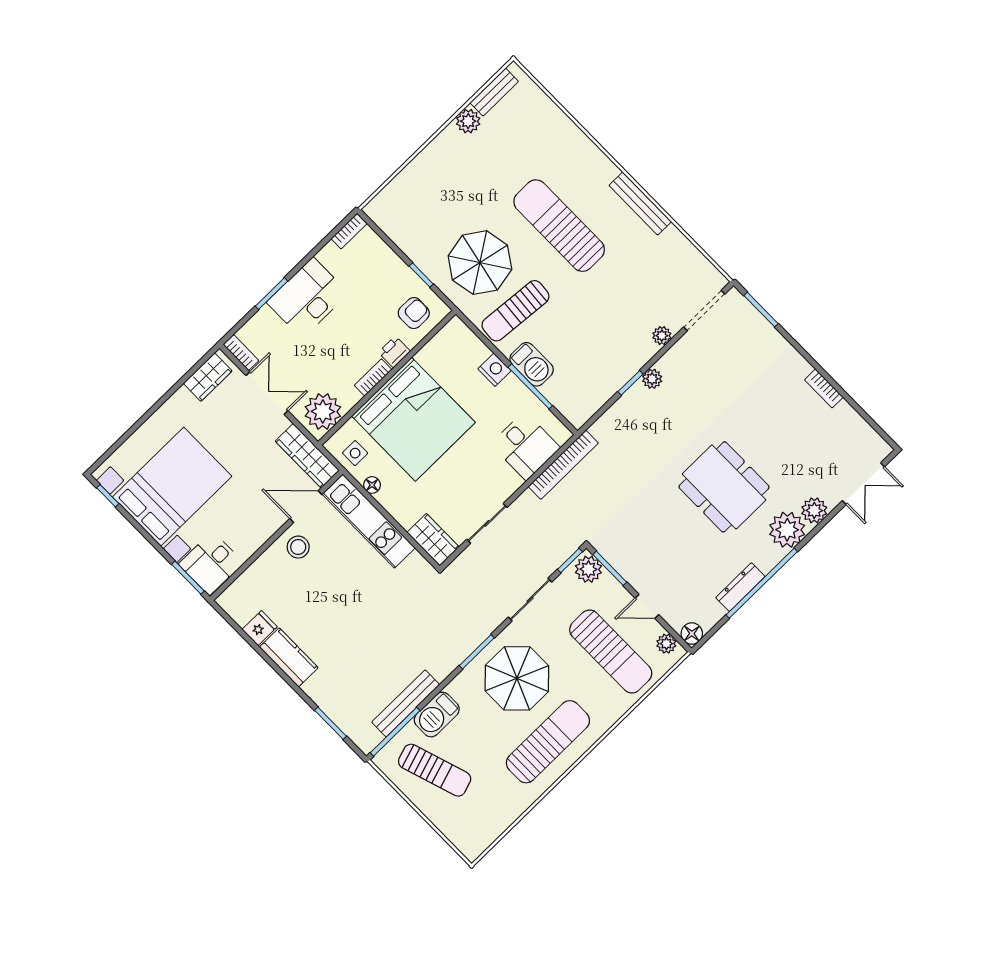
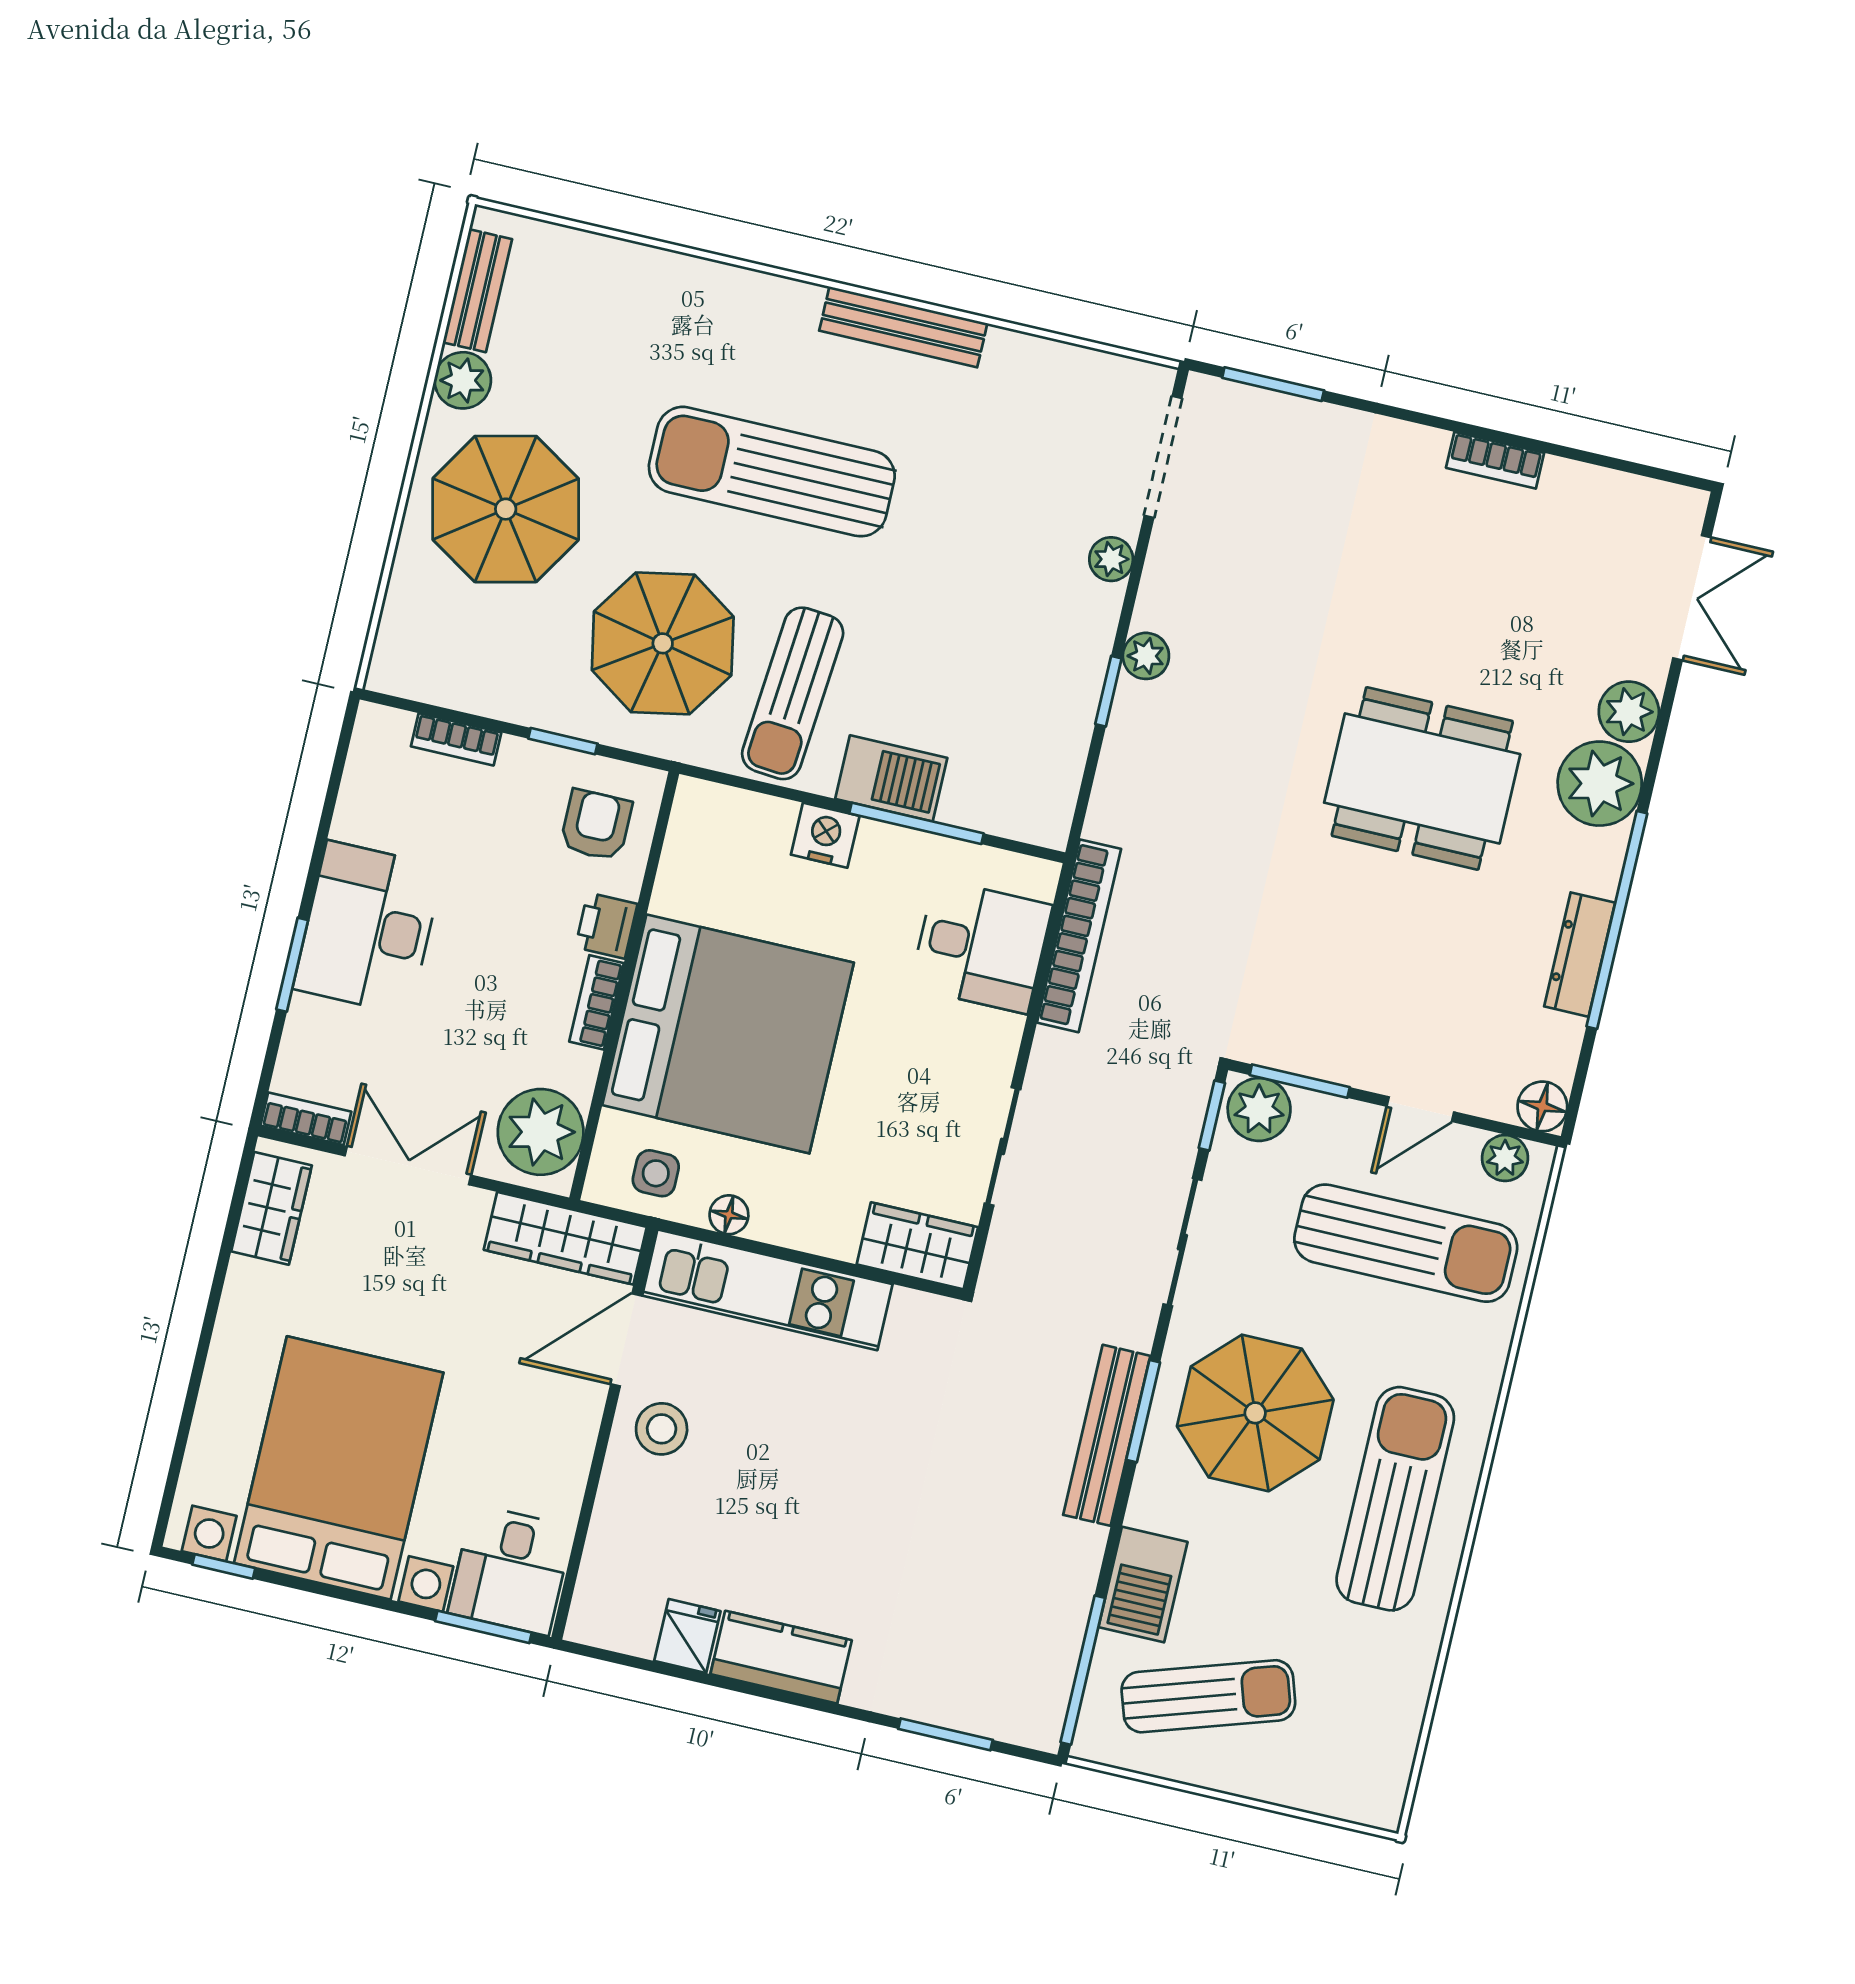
parasol: (454, 178) -> (506, 509), added
bookcase: (349, 231) -> (456, 739), moved, turned 90
bench: (406, 703) -> (1107, 1435), moved

